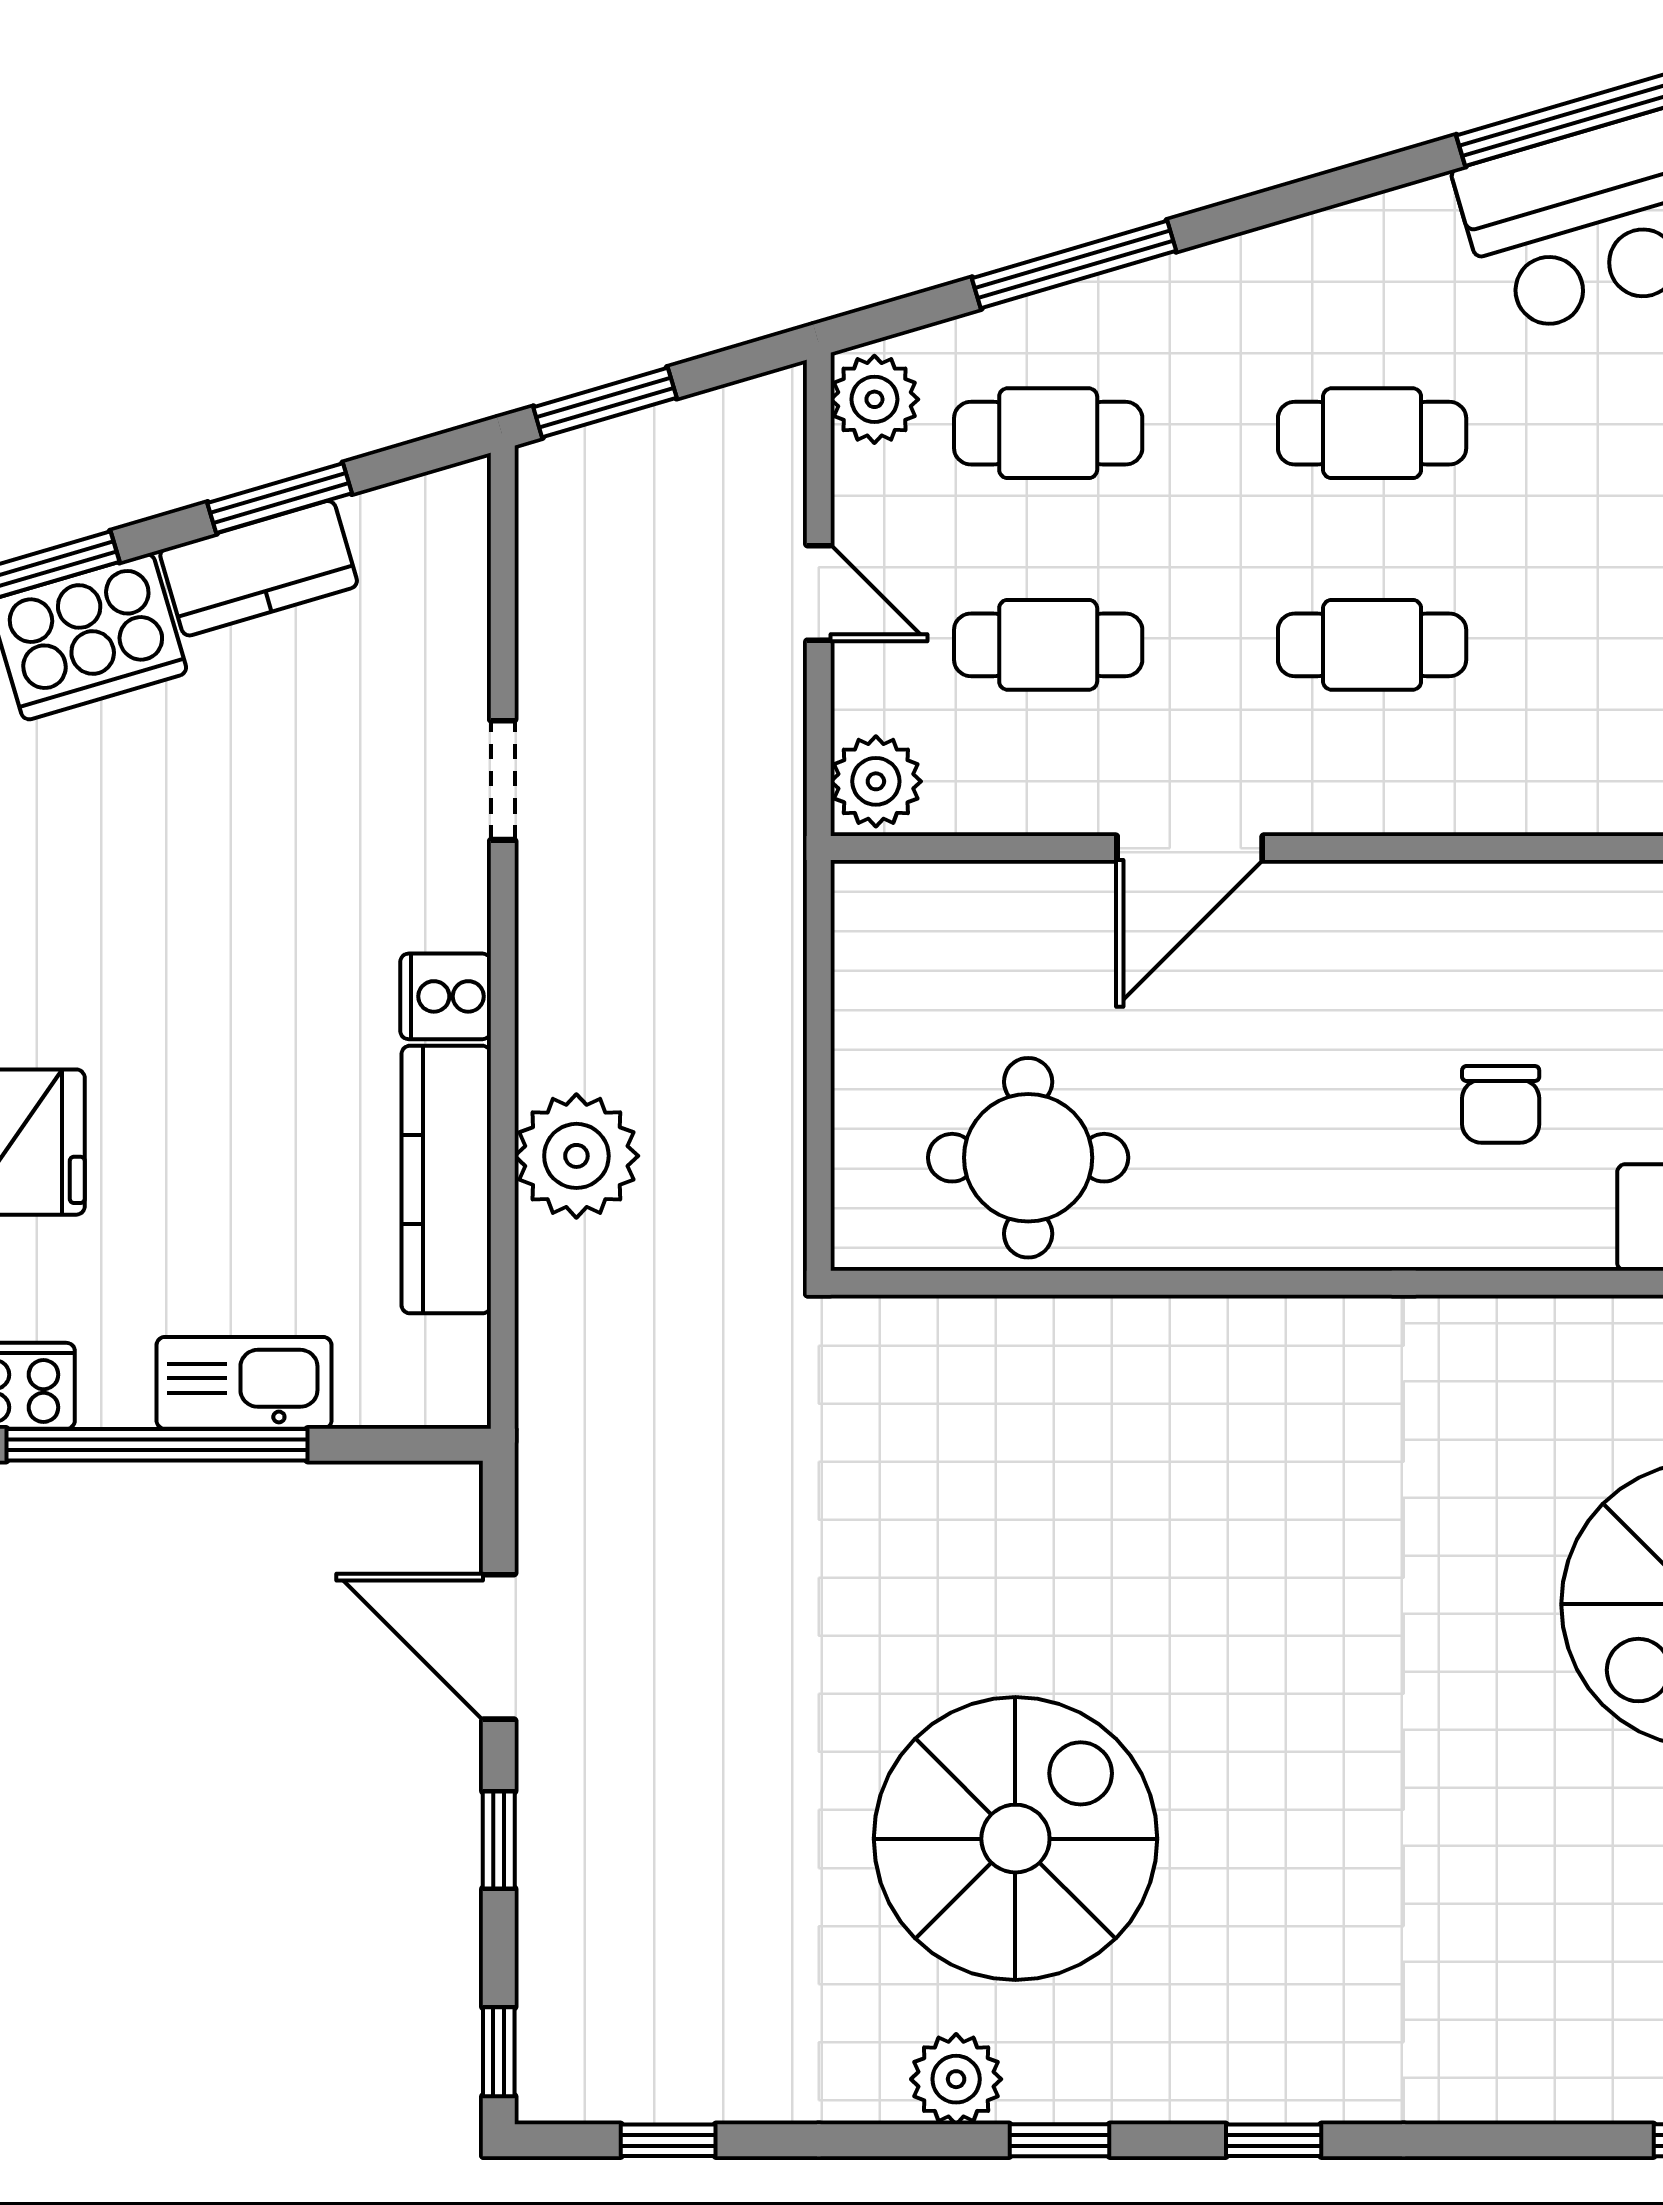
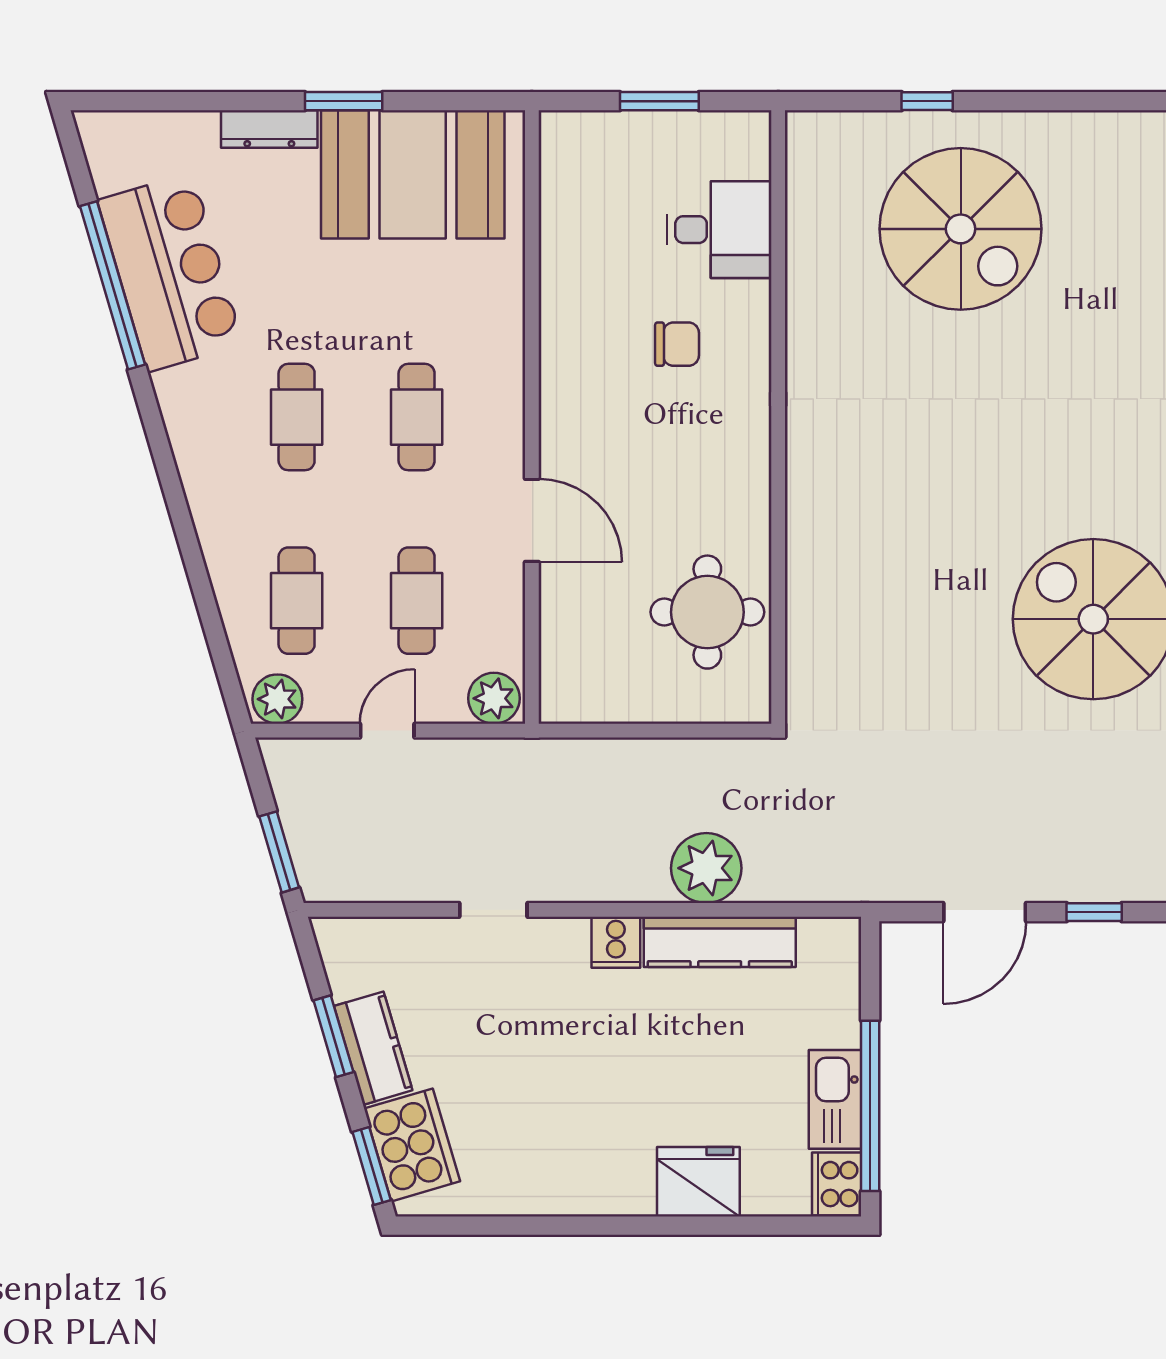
window: (1074, 264) -> (201, 586), removed
kitchen sink: (244, 1383) -> (835, 1099), moved

